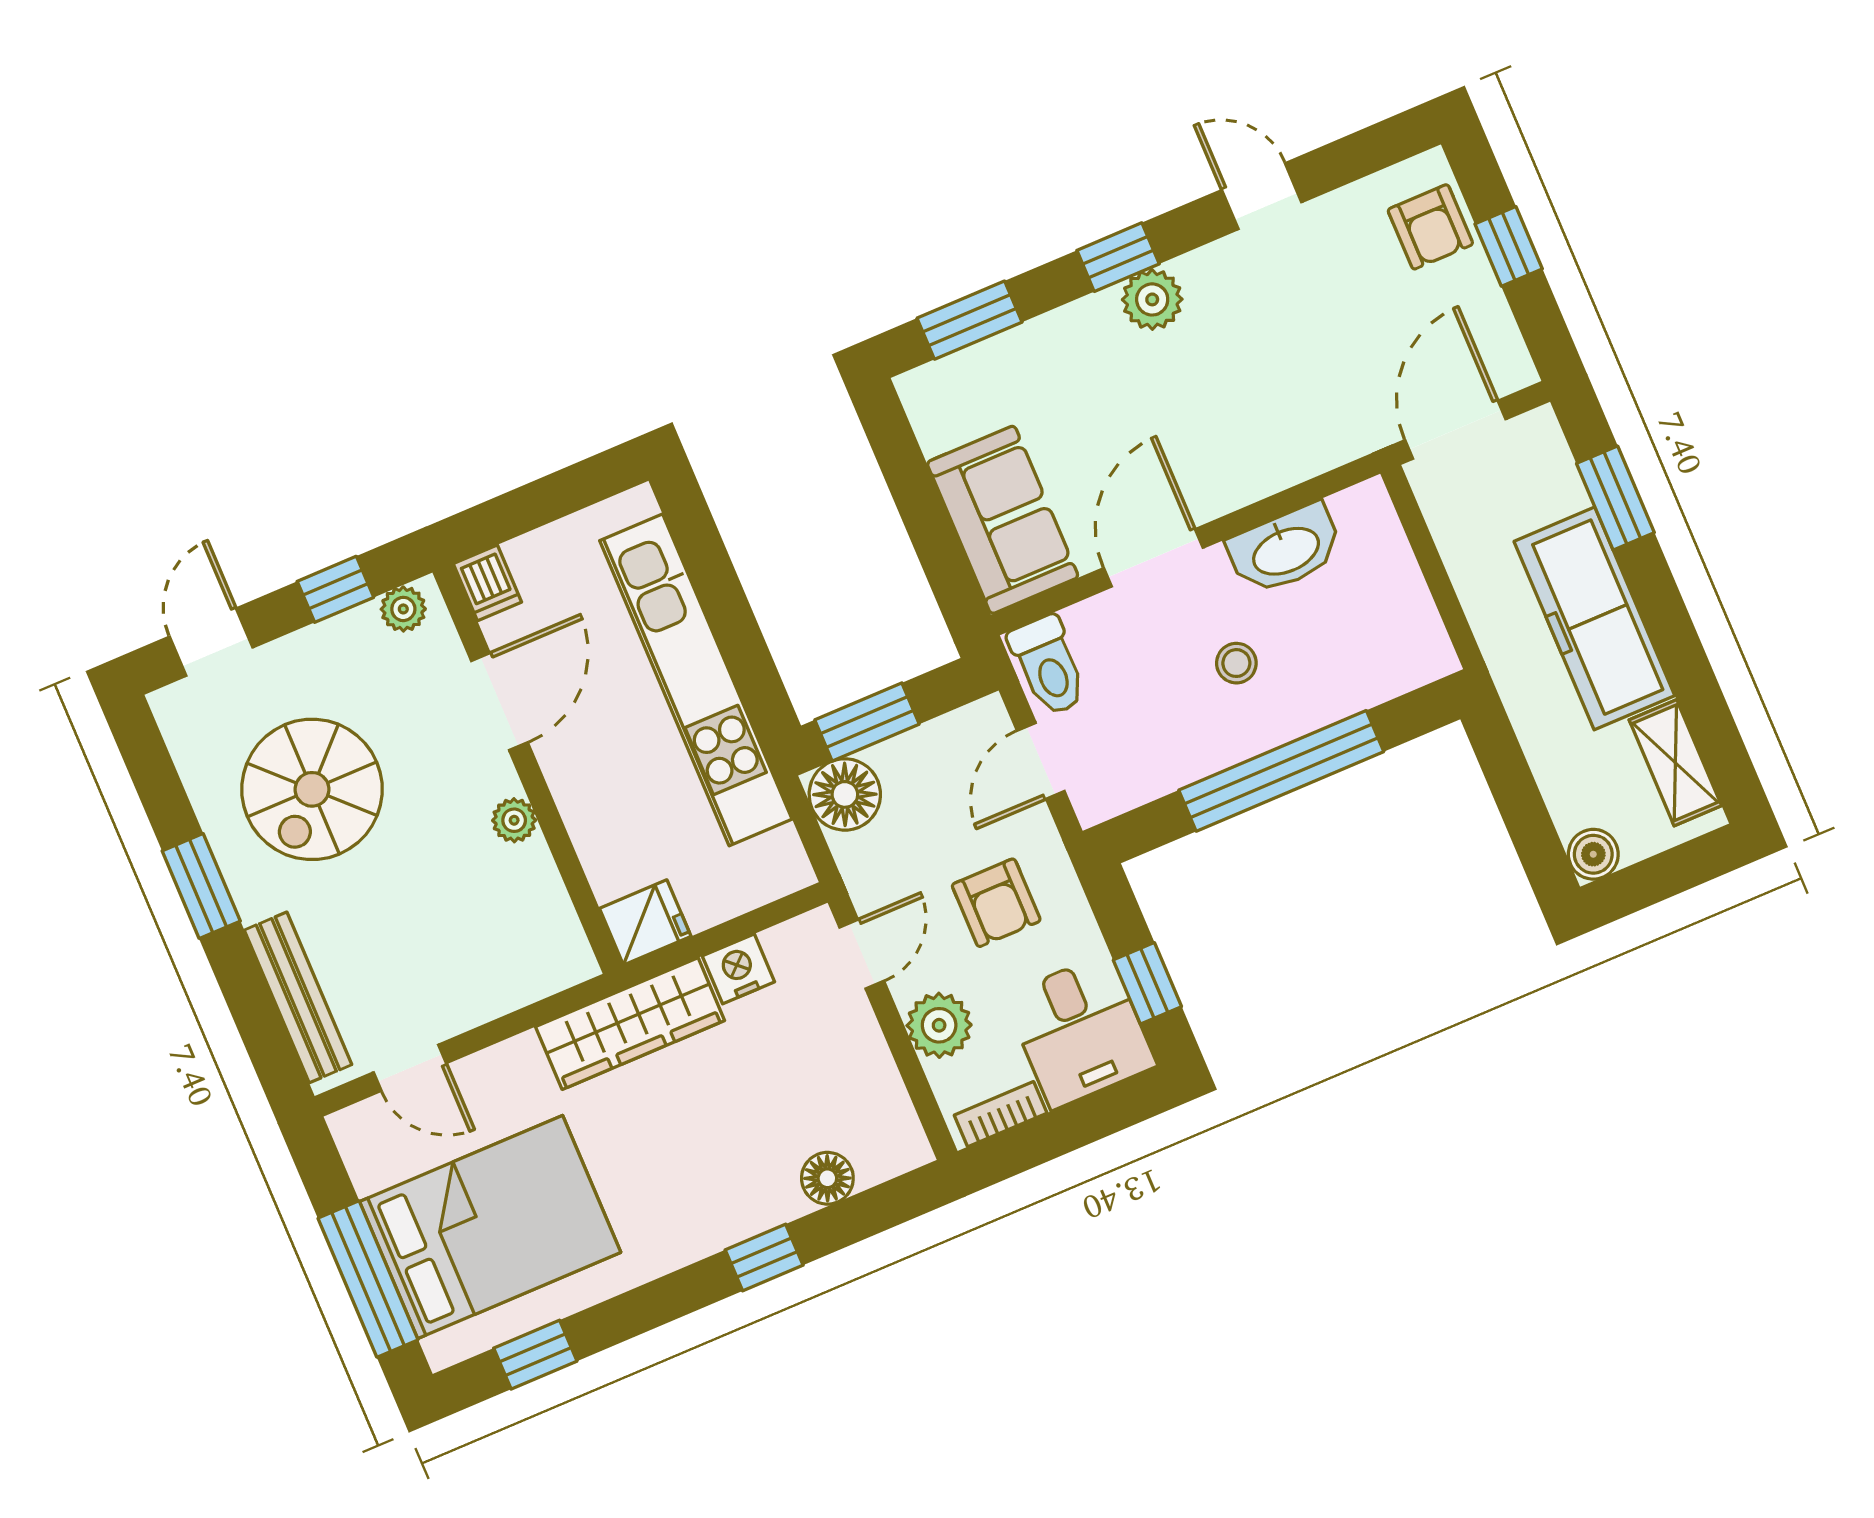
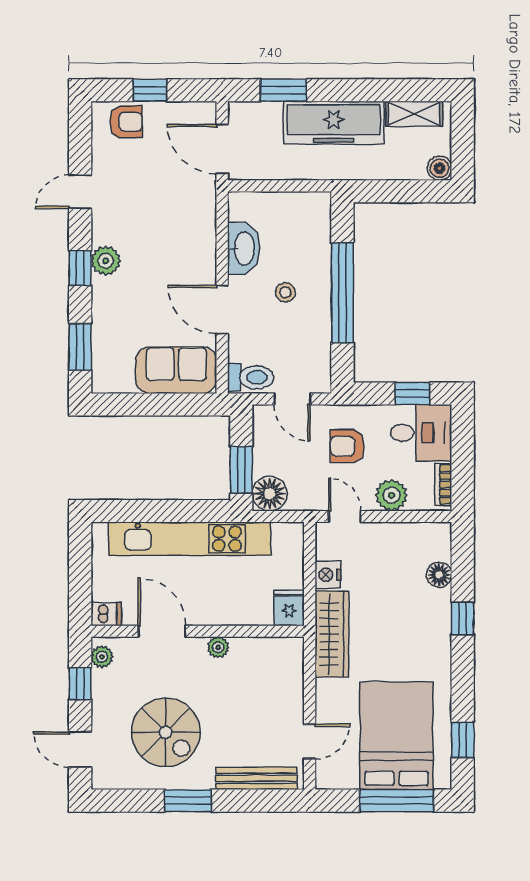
armchair: (996, 903) -> (347, 446), turned 180

